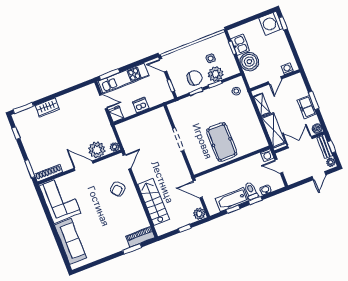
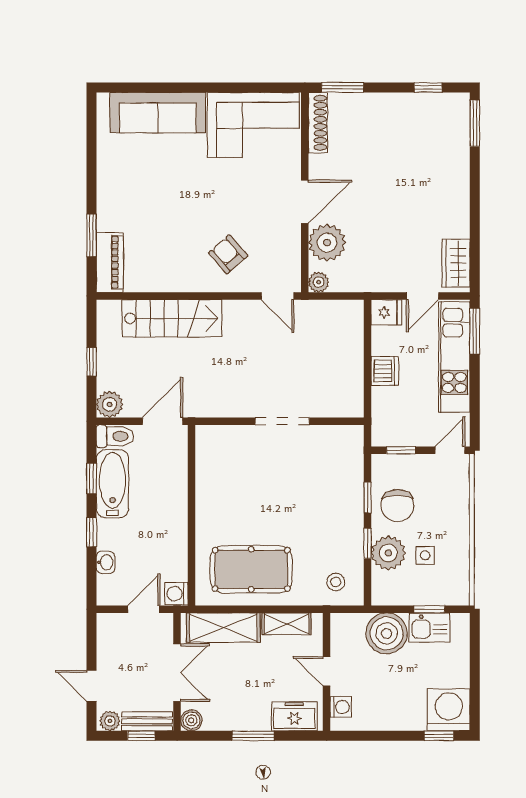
freezer: (307, 107) -> (294, 716), moved
wardrobe: (47, 108) -> (456, 263), moved
pool table: (222, 142) -> (251, 569), moved
toilet: (251, 191) -> (115, 436), moved

